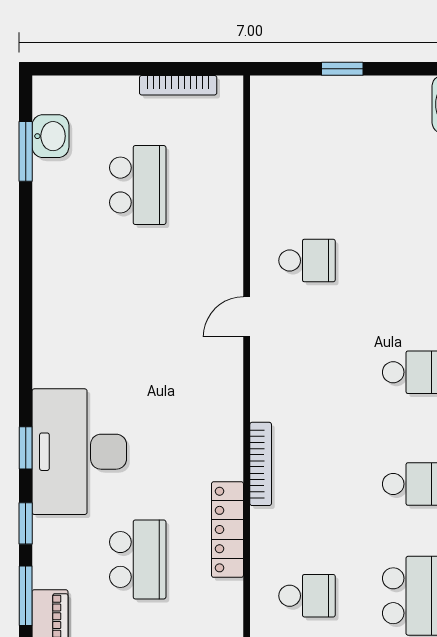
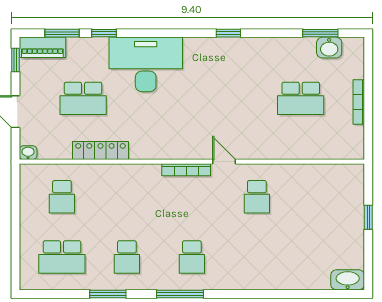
bookcase: (178, 85) -> (359, 102), moved
window: (26, 448) -> (228, 33), moved
bookcase: (261, 464) -> (186, 170), moved

